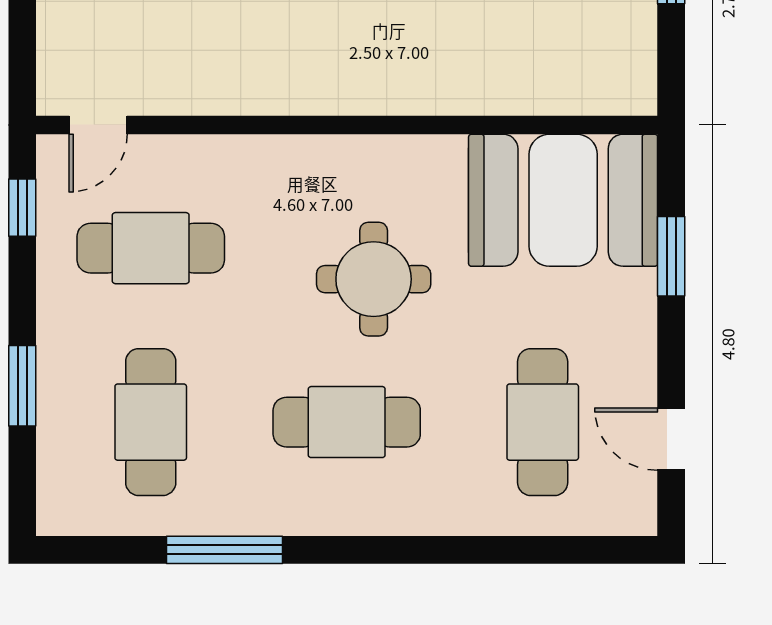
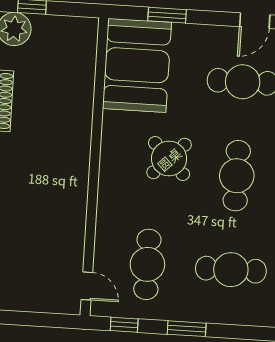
round table: (374, 279) -> (169, 159), turned 45
window: (22, 386) -> (187, 329), moved

